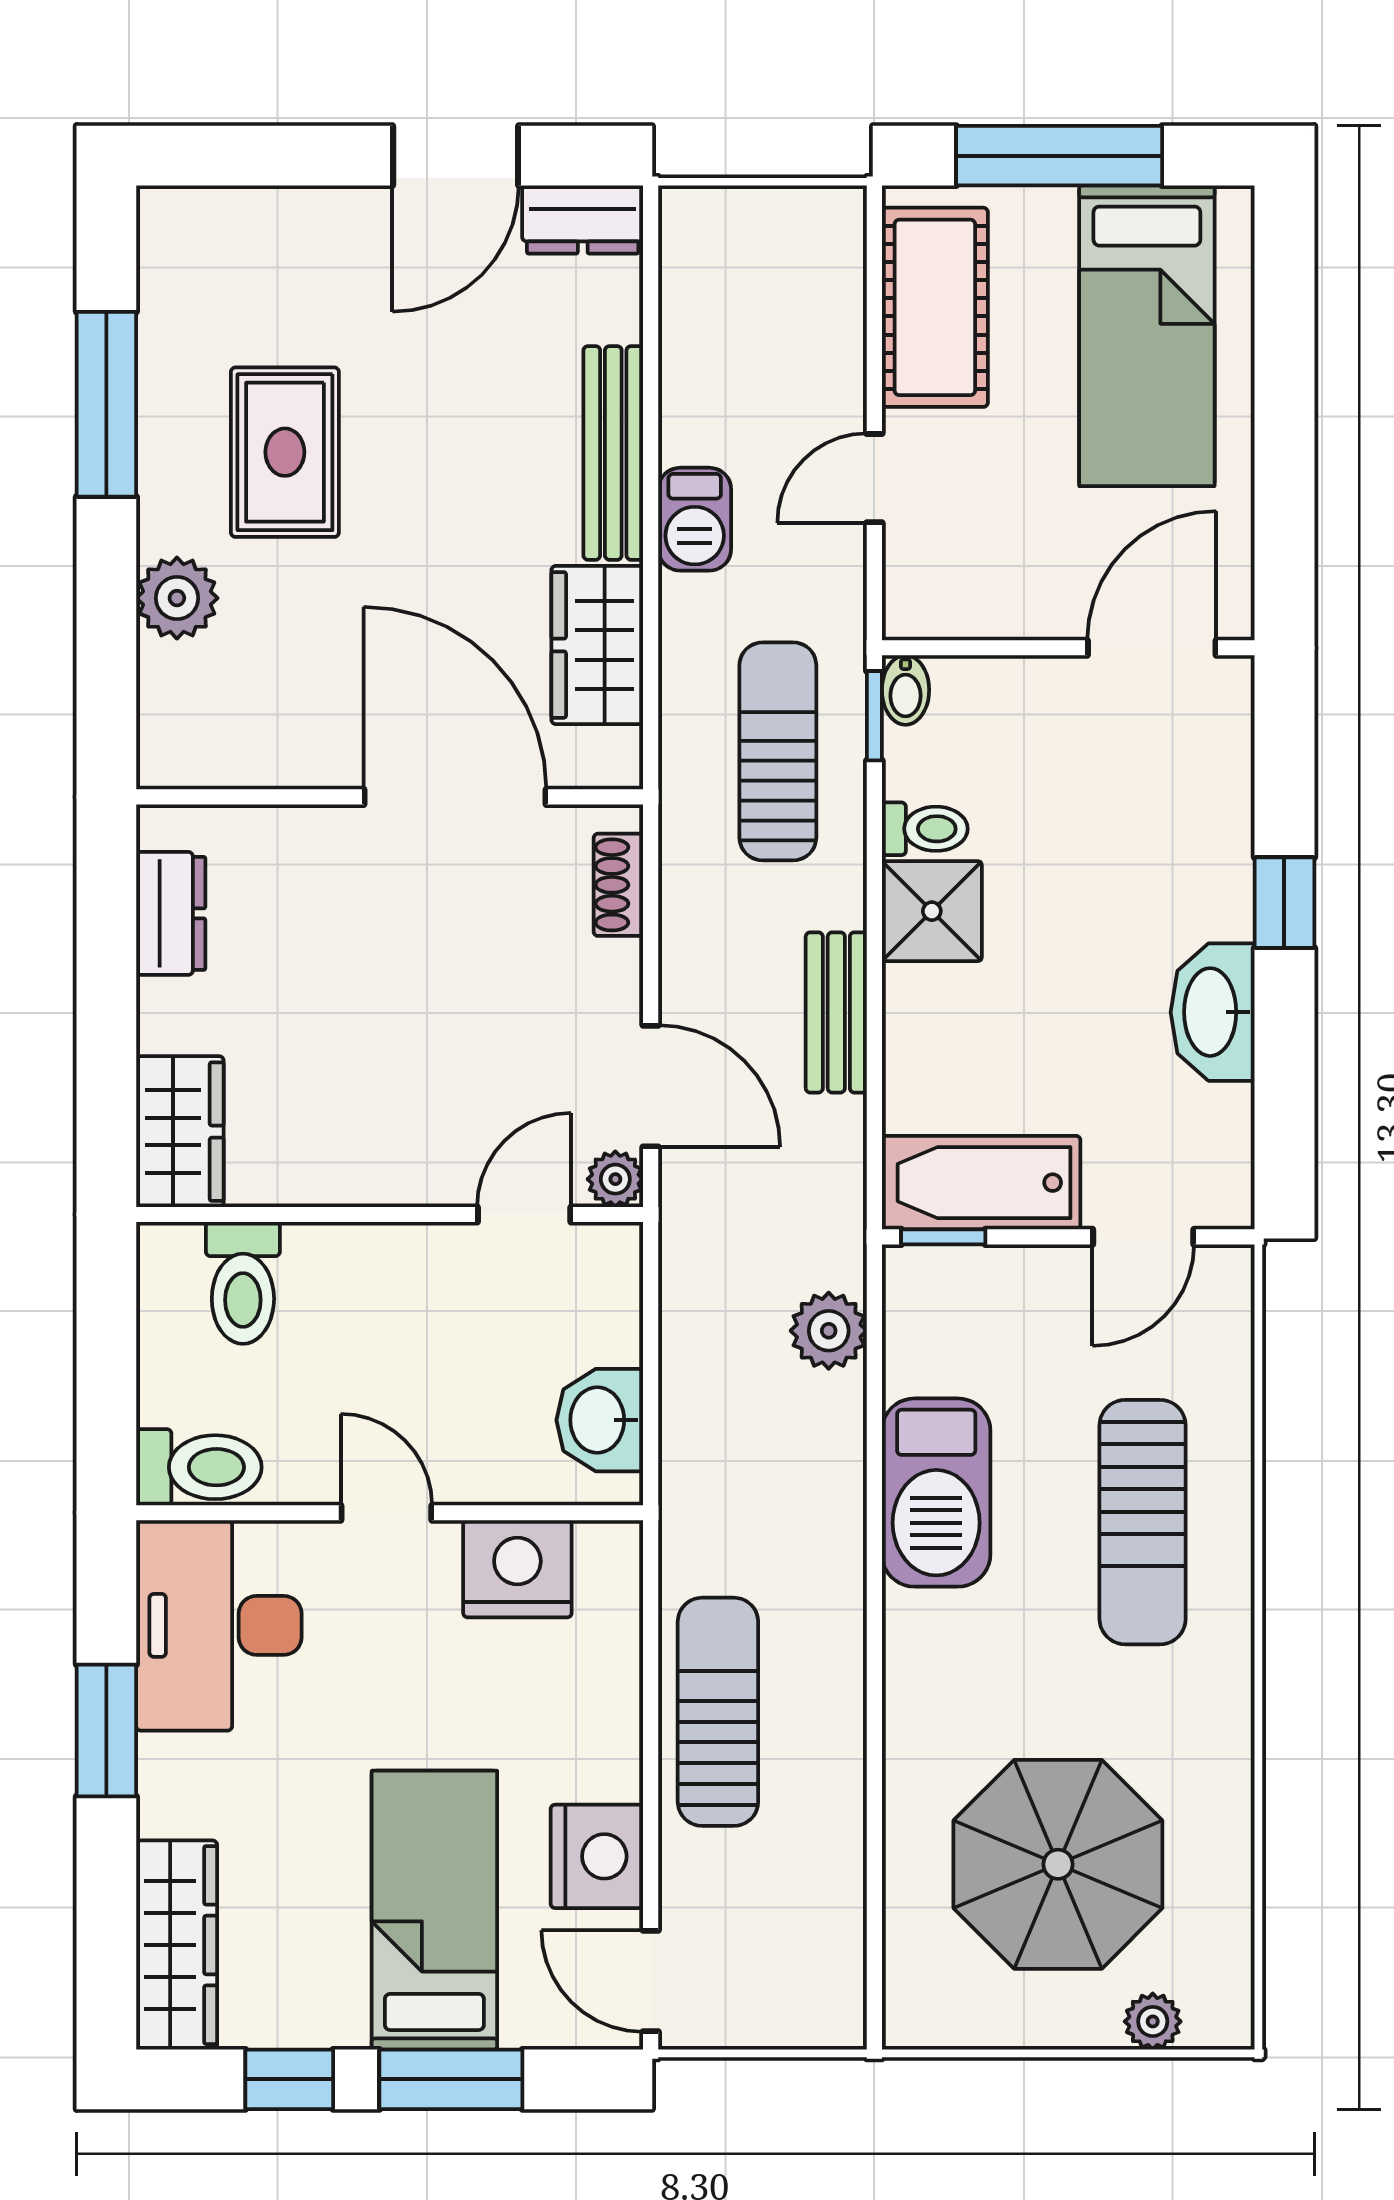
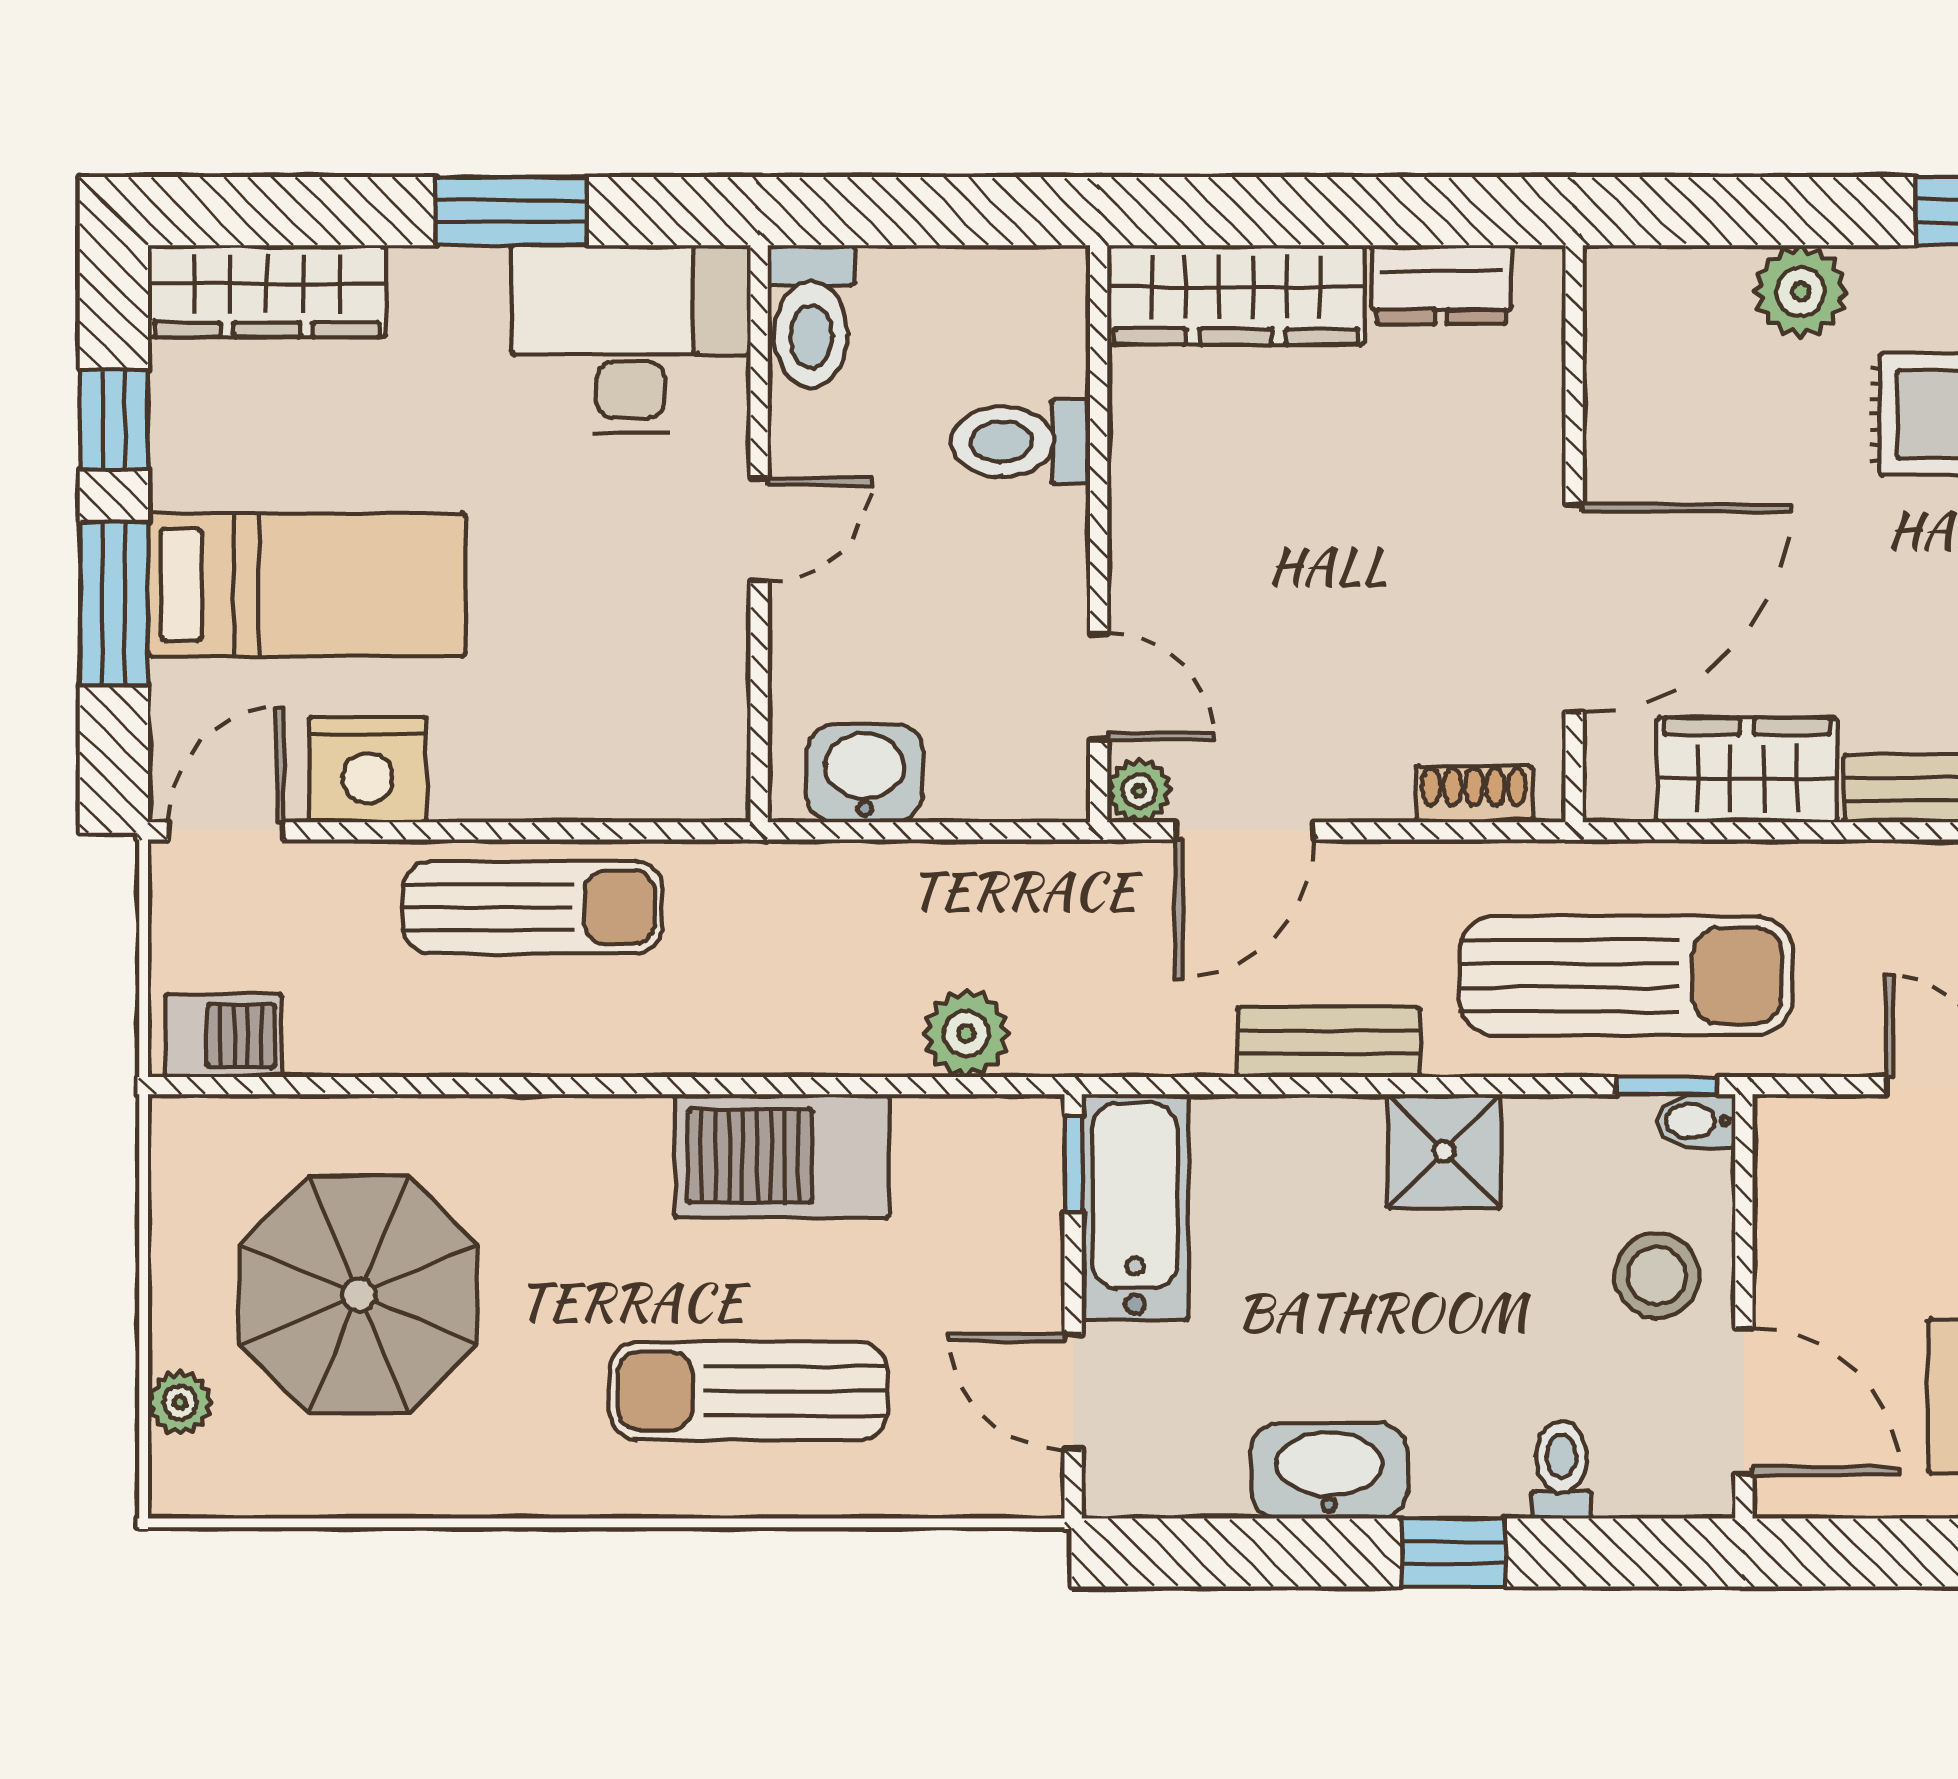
barbecue: (695, 519) -> (223, 1035), moved, turned 180
stool: (1041, 724) -> (1657, 1275), added
sun lounger: (778, 751) -> (1626, 976), width x1.36, depth x1.34
toilet: (925, 829) -> (1562, 1470), moved, turned 180
wardrobe: (180, 1132) -> (1236, 295), width x1.50
toilet: (243, 1283) -> (1021, 442), moved
nightstand: (517, 1569) -> (695, 679), removed

